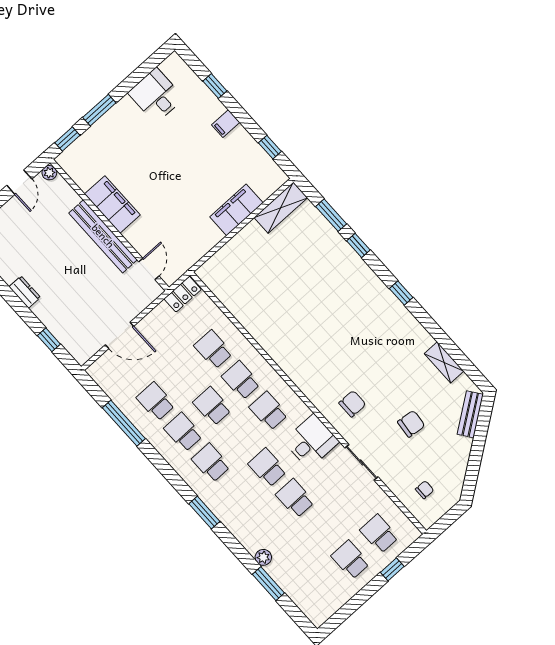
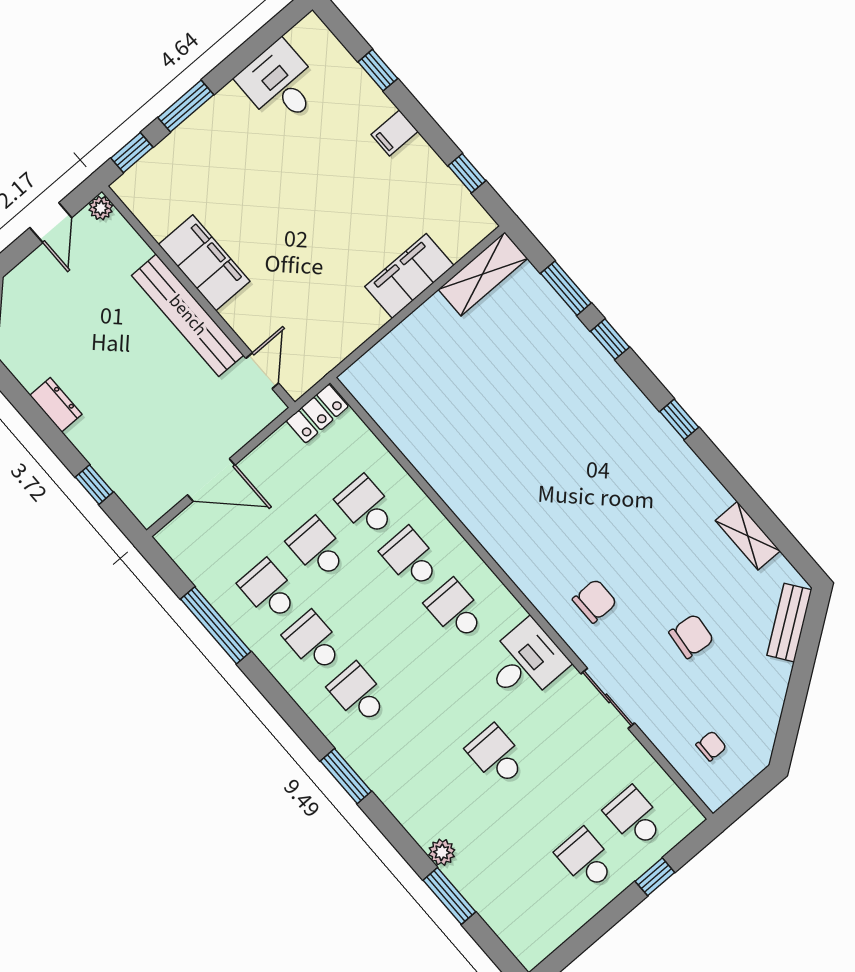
school desk: (212, 406) -> (318, 548), moved
school desk: (267, 468) -> (452, 704), removed

